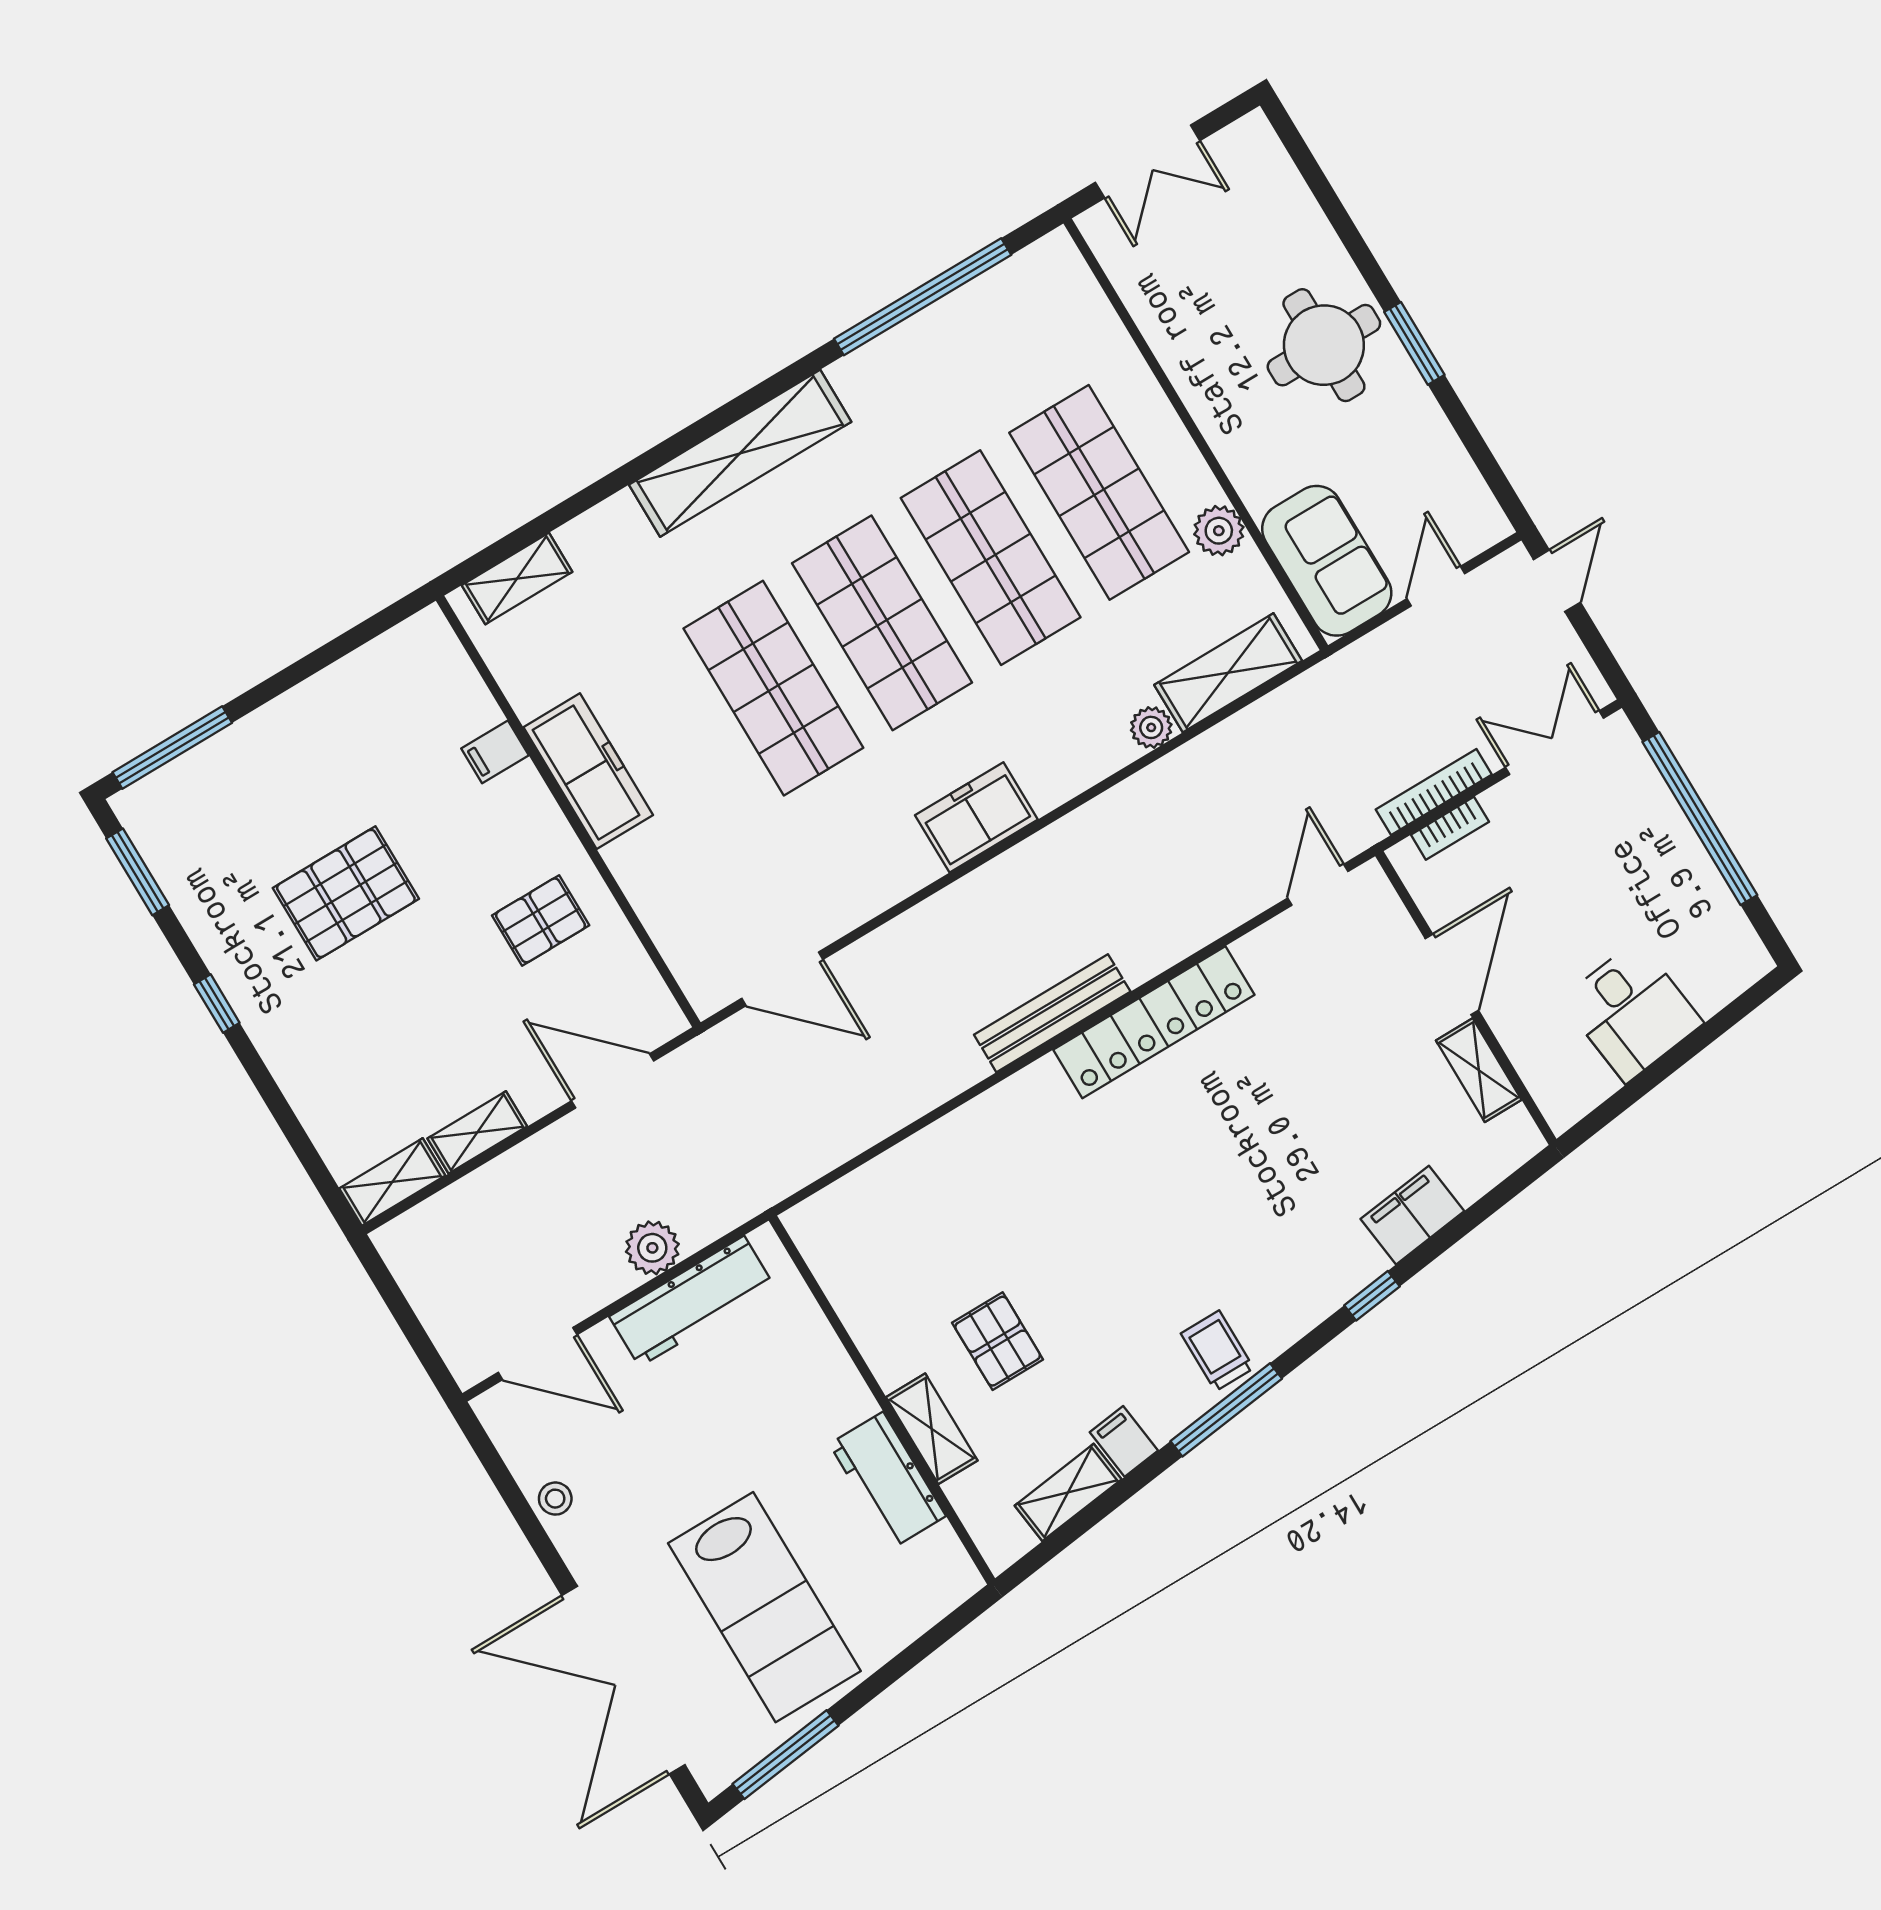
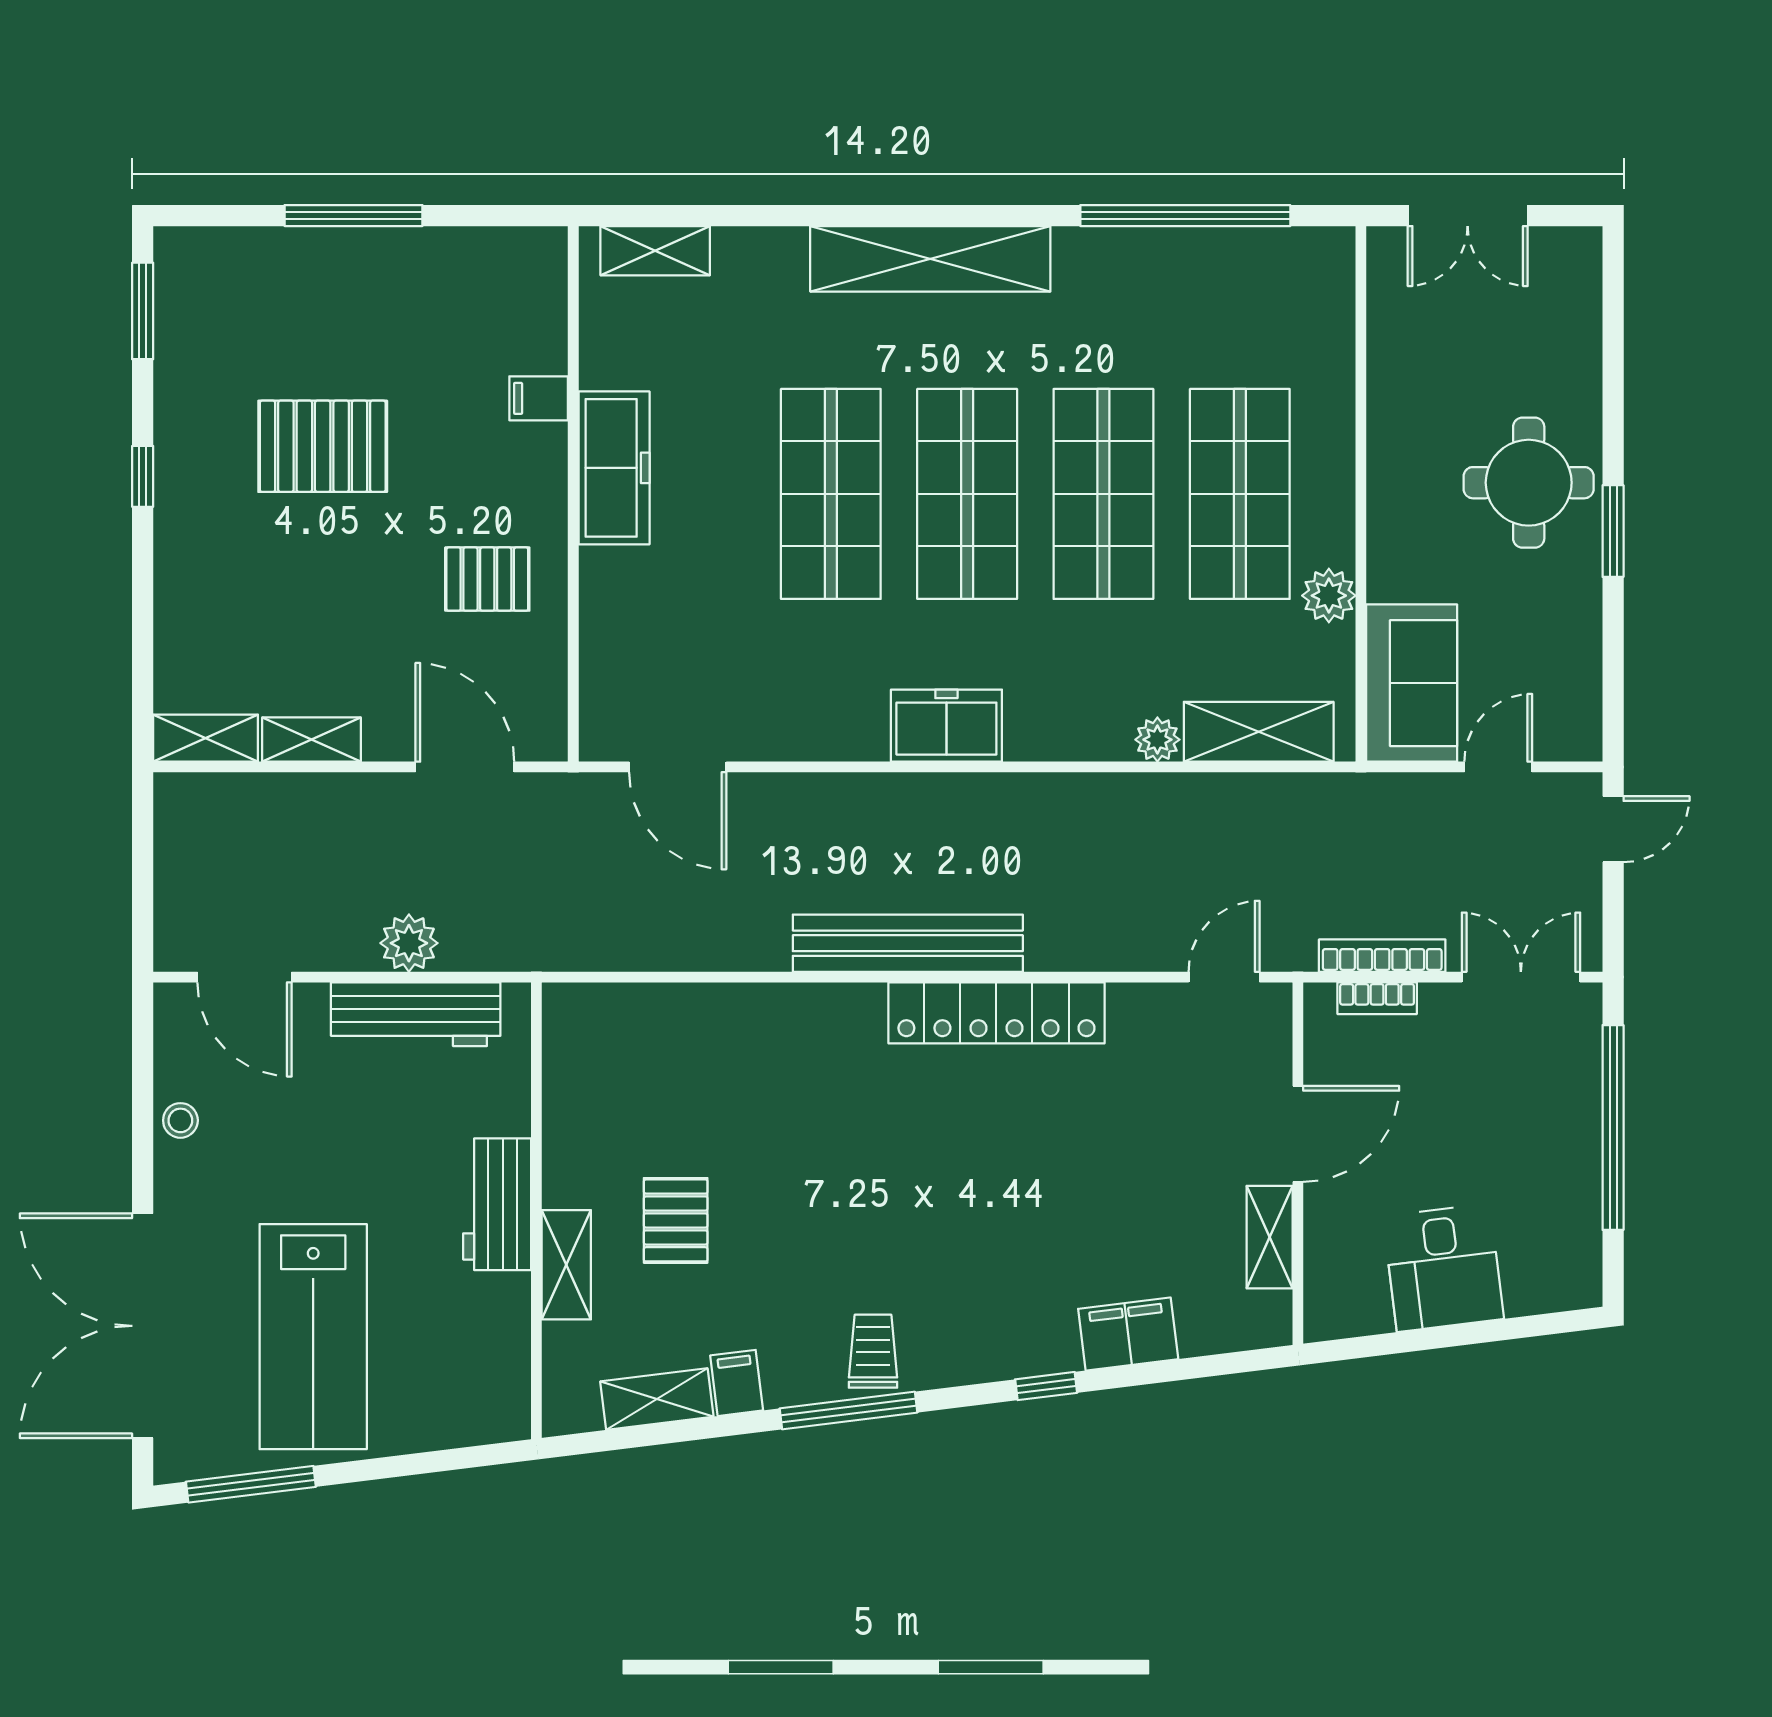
window: (172, 748) -> (354, 216), moved
bench: (1052, 1013) -> (908, 943), width x1.37, depth x1.21
workbench: (888, 1480) -> (497, 1204), moved

